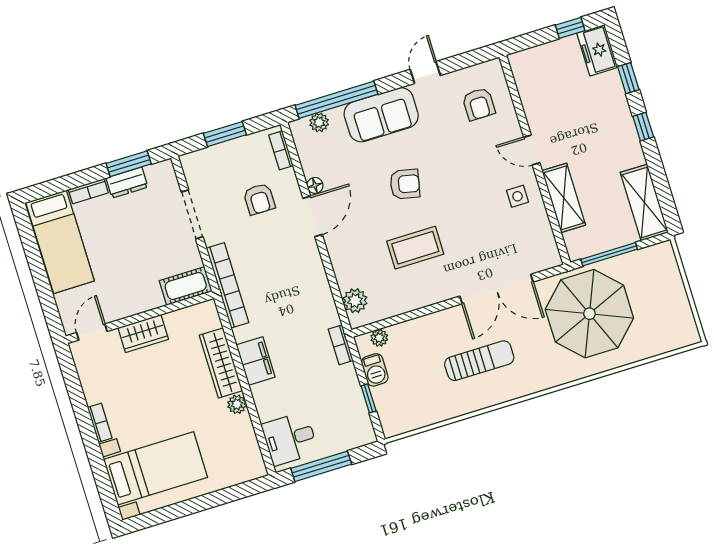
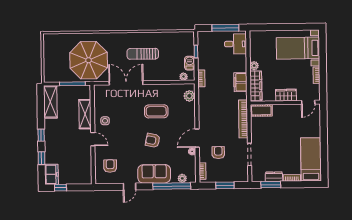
cot: (186, 286) -> (261, 110), moved
wall: (140, 317) -> (285, 103), moved
door: (92, 332) -> (308, 102), moved
wardrobe: (143, 333) -> (286, 95), moved

